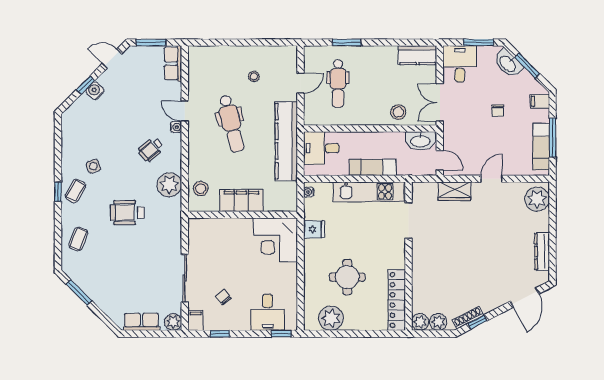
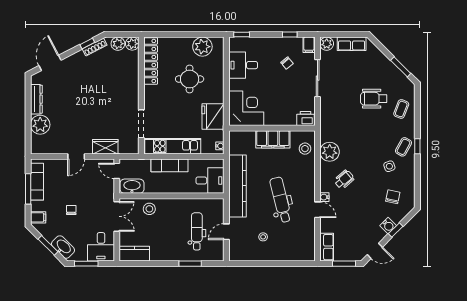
chair: (89, 127) -> (393, 197), added
plant: (537, 199) -> (40, 125), moved
wheelchair: (127, 213) -> (374, 99), moved, turned 180
printer: (200, 227) -> (306, 119), added
fridge: (314, 229) -> (213, 117), width x1.88, depth x1.34
desk: (267, 312) -> (243, 65), moved, turned -90

